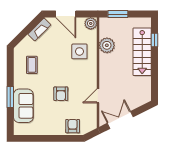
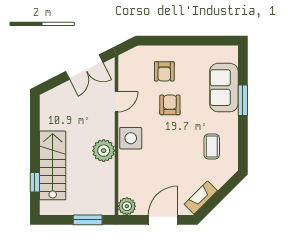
door: (66, 14) -> (163, 220), hinge flipped
plant: (107, 45) -> (104, 151), moved
side table: (79, 51) -> (131, 138), moved
armchair: (73, 126) -> (164, 71), moved

